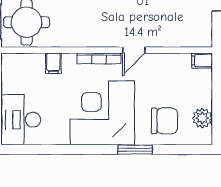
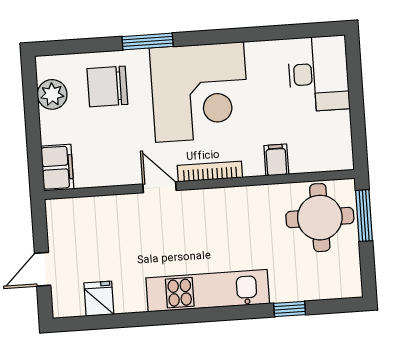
door: (134, 50) -> (159, 187), hinge flipped
filing cabinet: (202, 61) -> (57, 168), width x2.00

